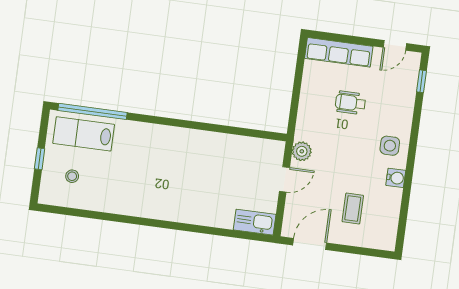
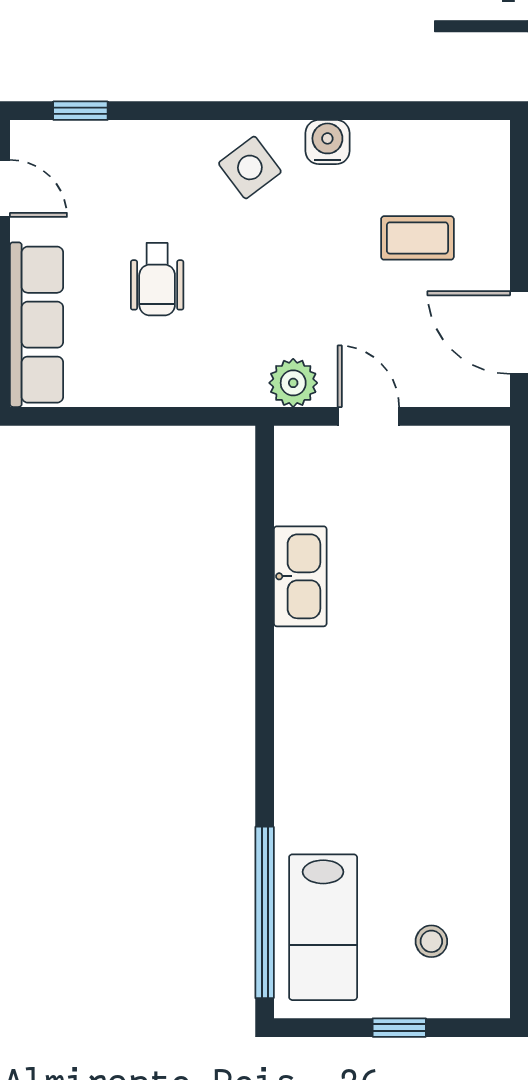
side table: (390, 146) -> (250, 167), turned -37
kitchen sink: (255, 222) -> (300, 576), moved, turned 180

